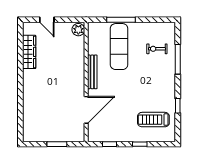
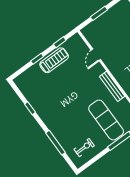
exercise bike: (157, 49) -> (84, 148), moved
door: (86, 110) -> (96, 55), width x0.53
treadmill: (153, 120) -> (54, 60), moved

